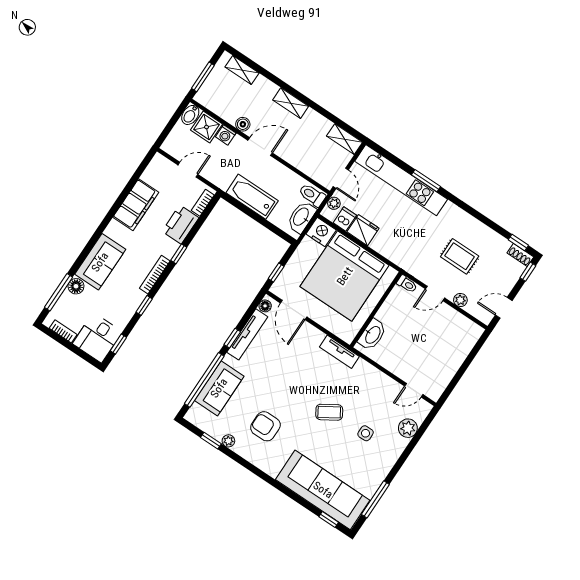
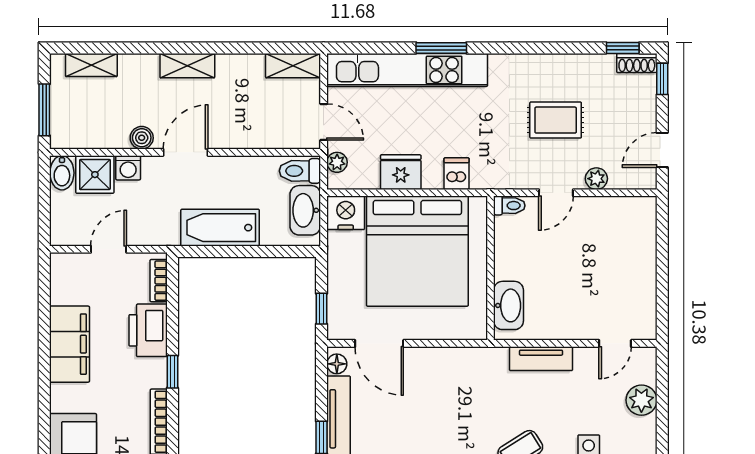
dishwasher: (345, 219) -> (457, 174), moved
tv unit: (339, 352) -> (541, 359), moved

